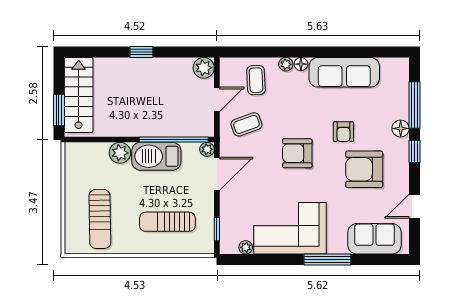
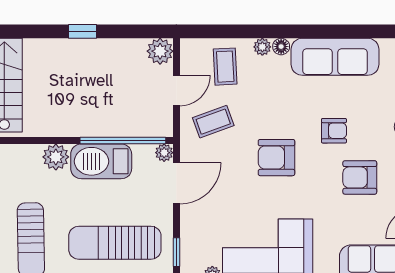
armchair: (343, 132) -> (334, 131), turned -90
armchair: (364, 169) -> (360, 177), width x0.73, depth x0.73
sun lounger: (167, 222) -> (115, 243), width x1.36, depth x1.34

